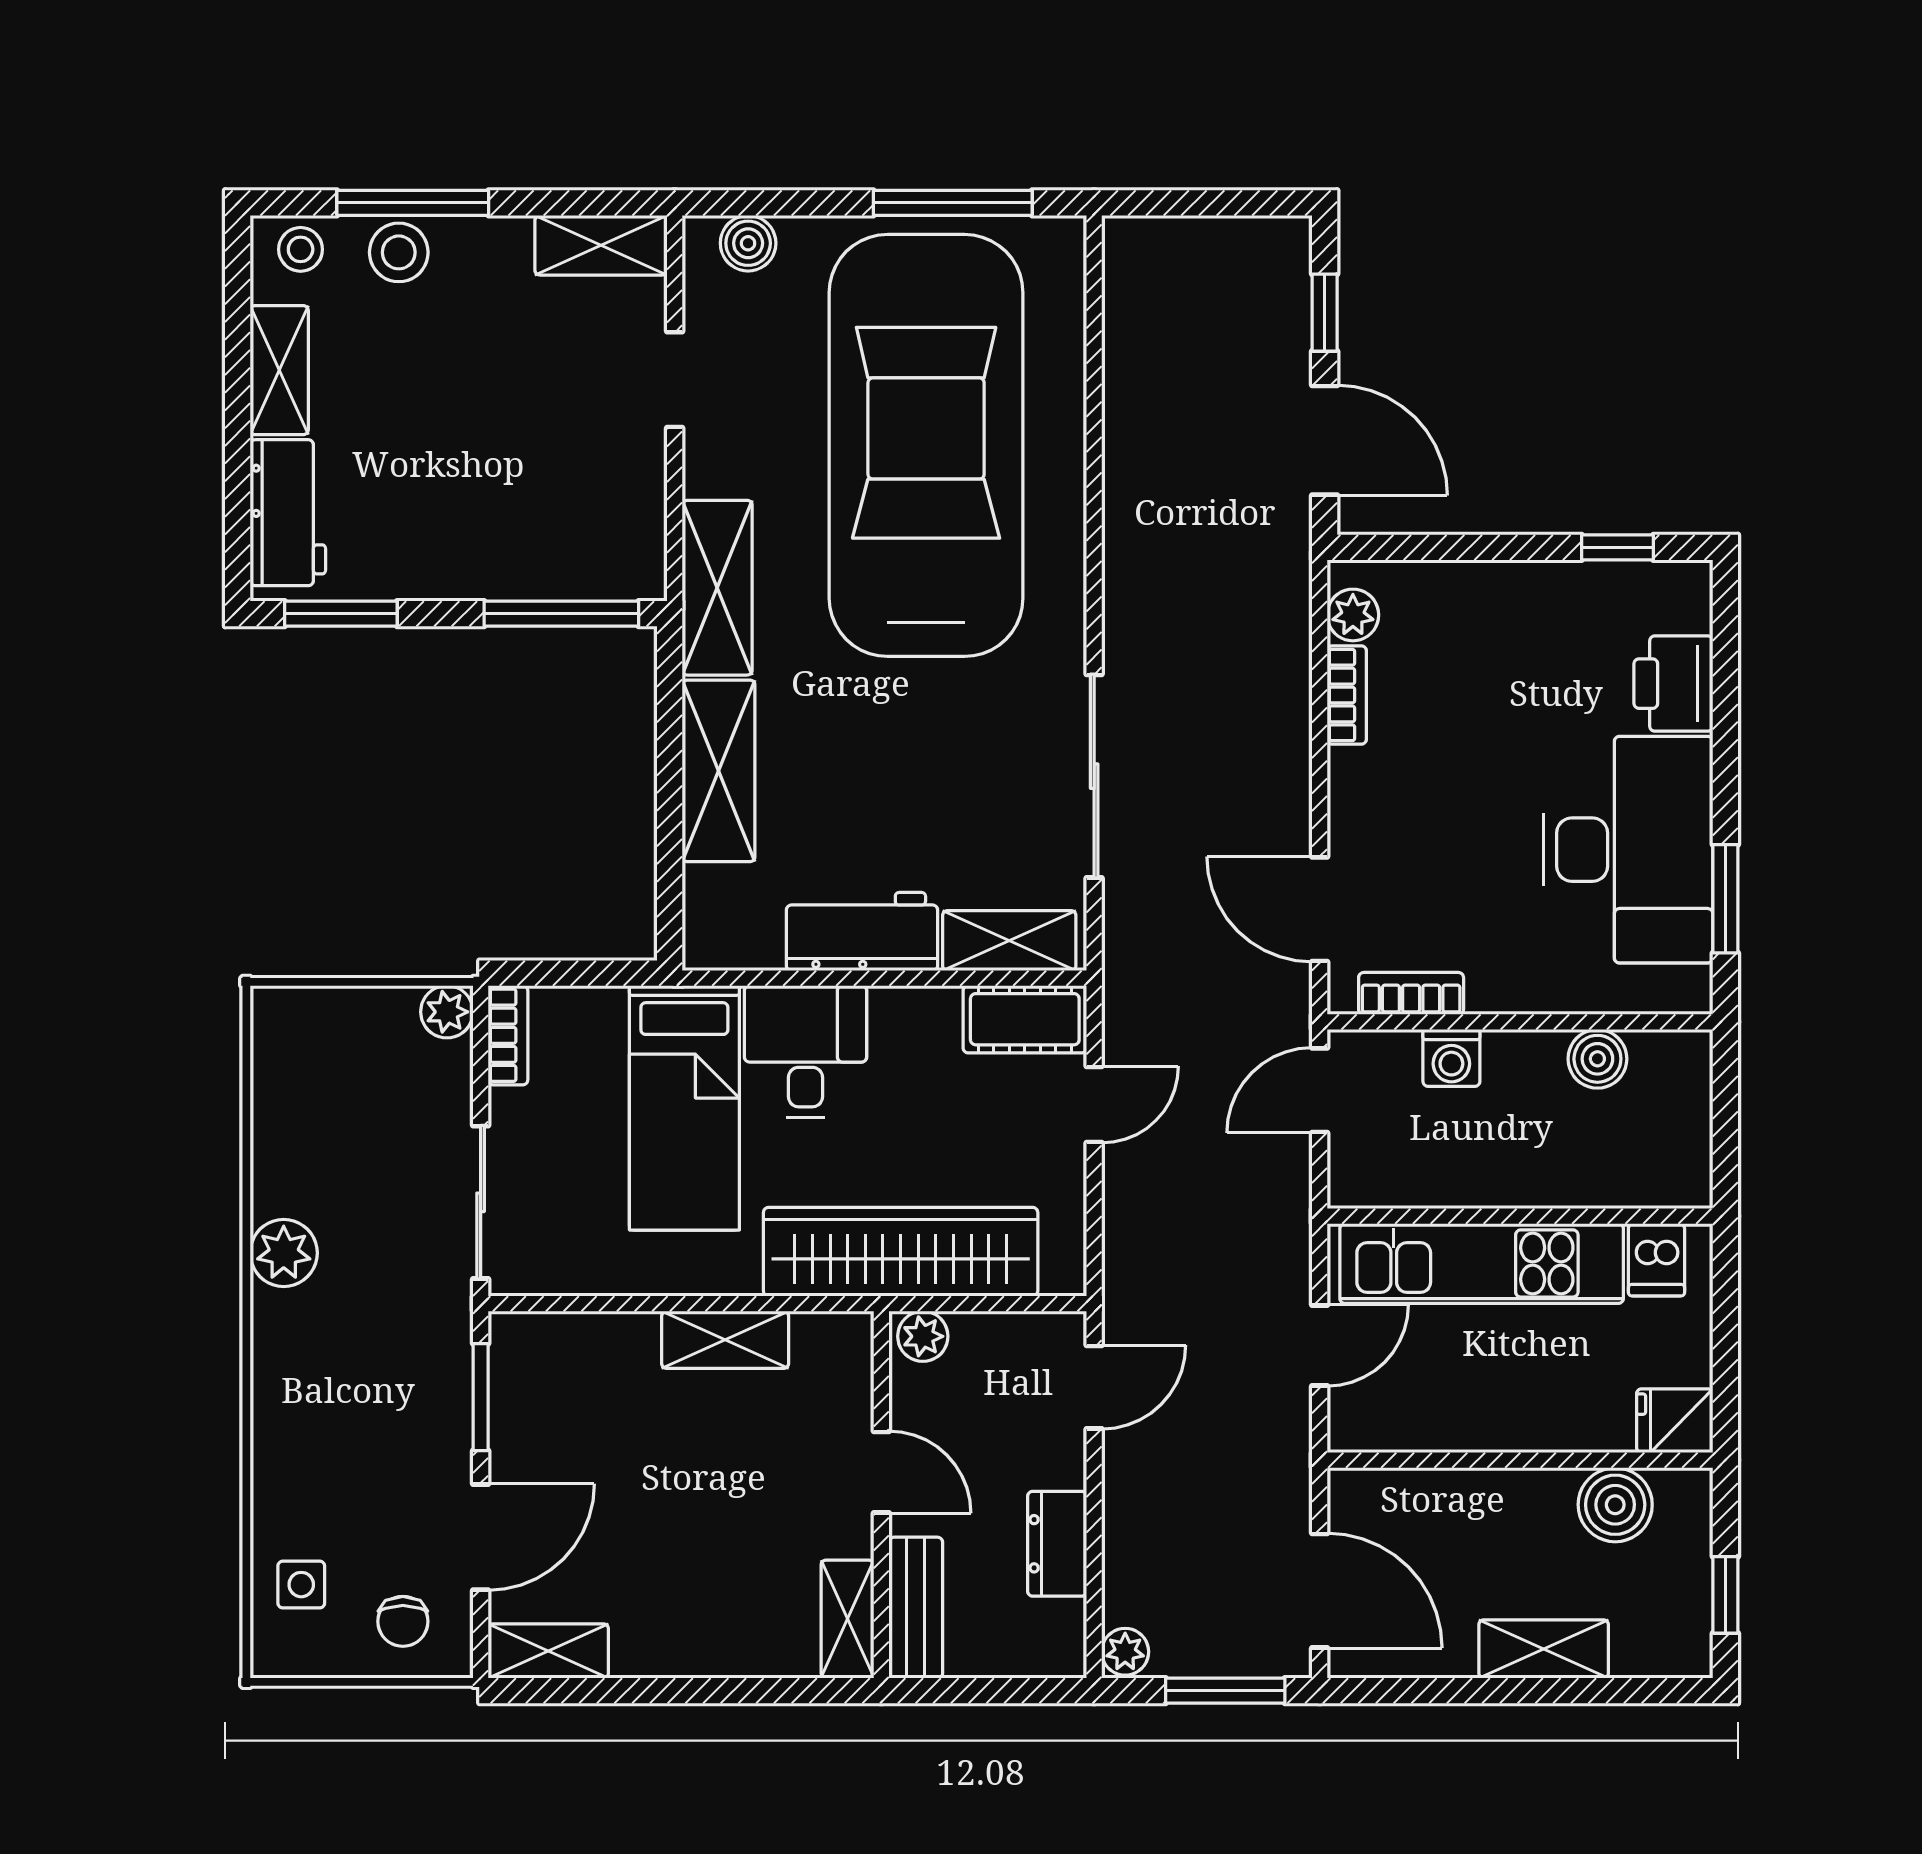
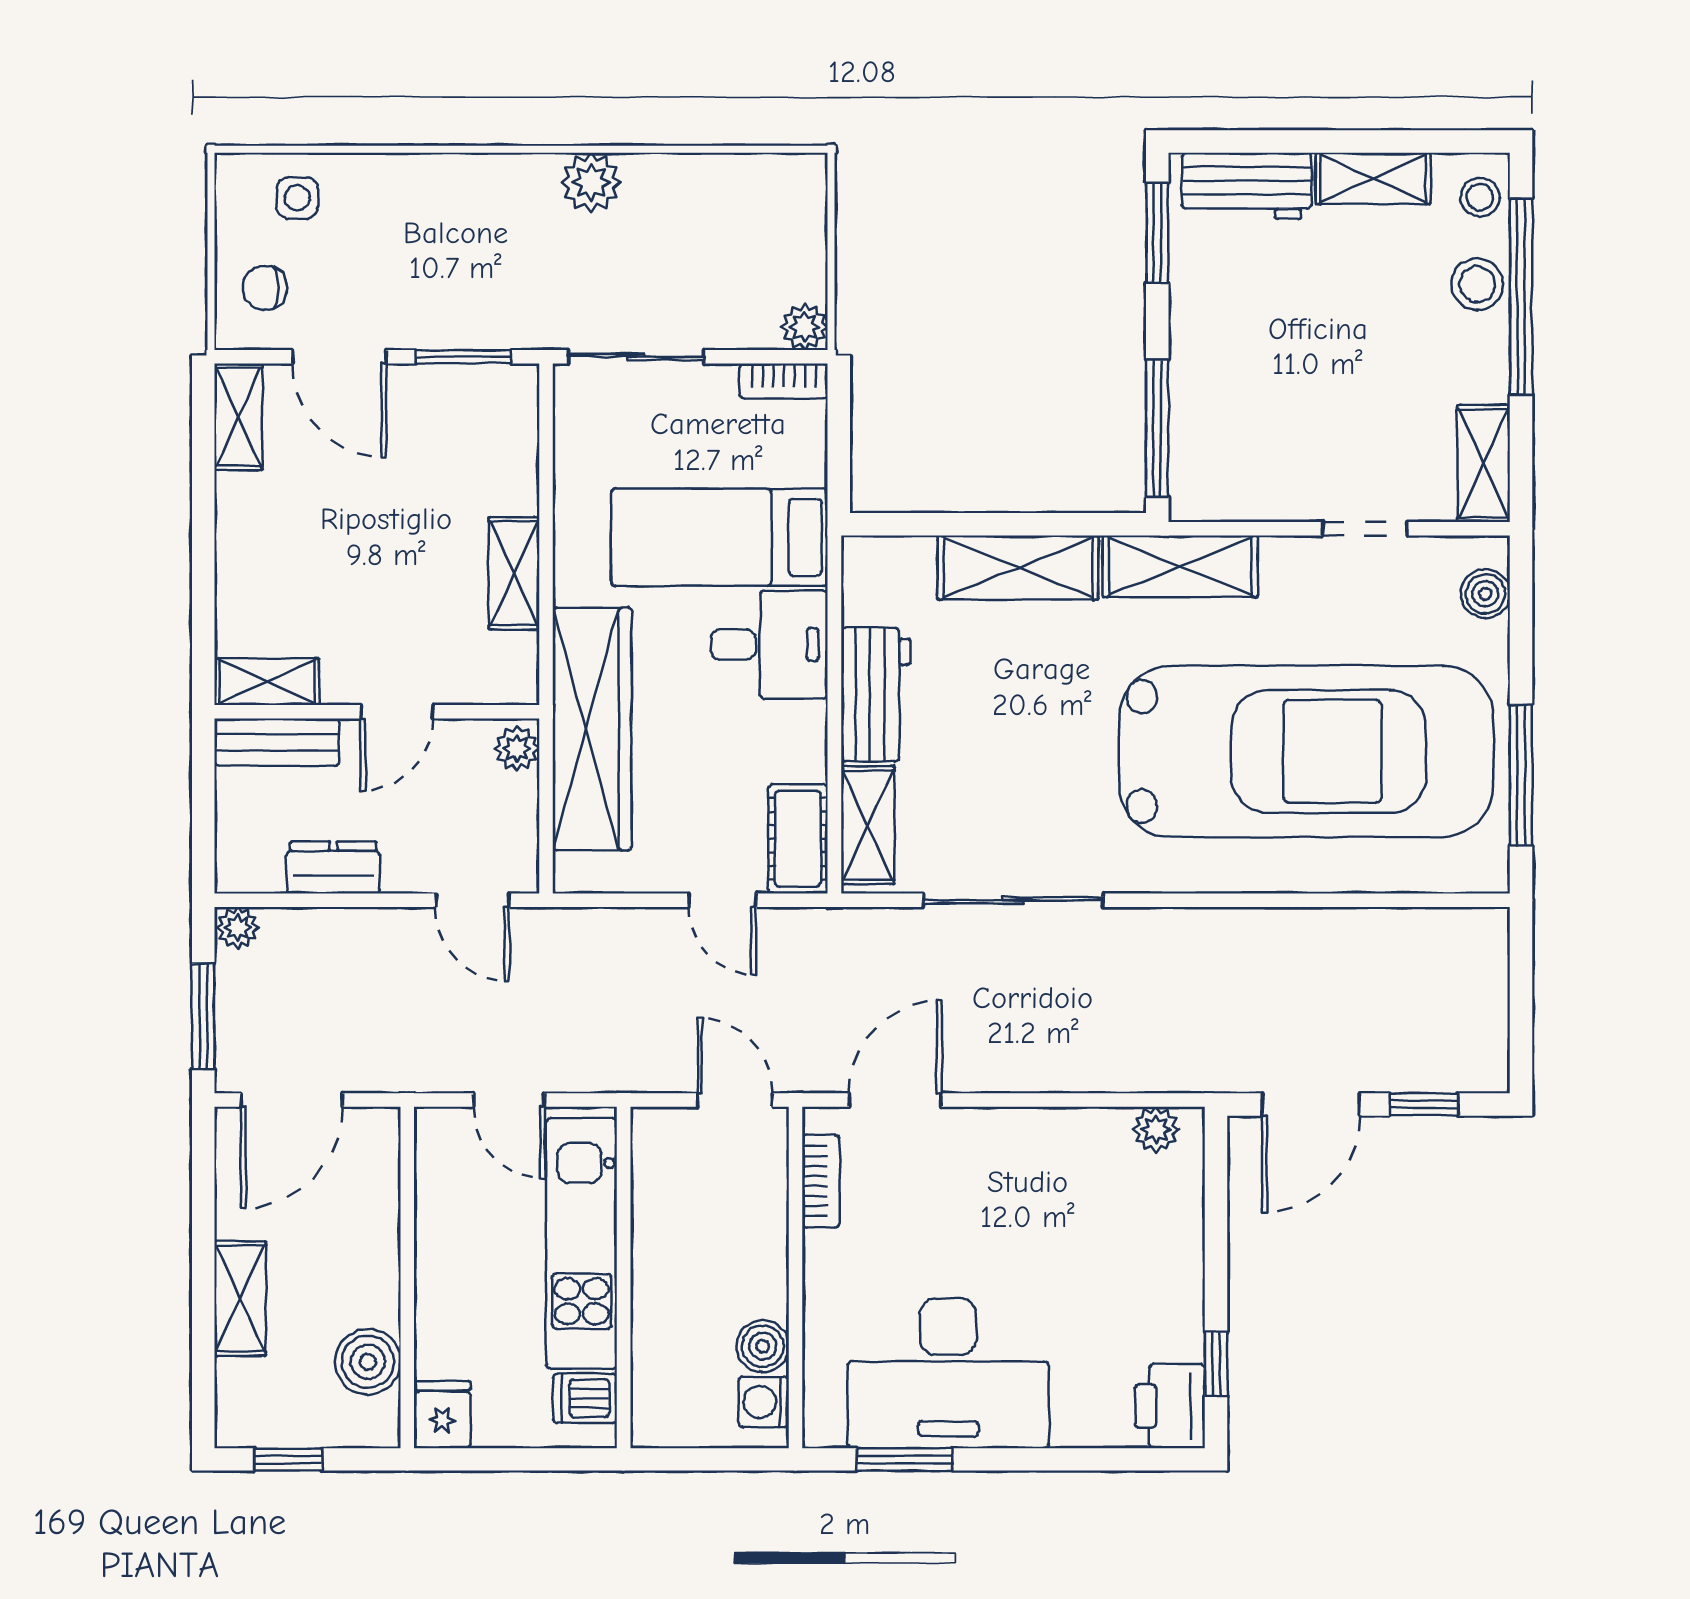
window: (413, 203) -> (1521, 297), width x1.46
printer: (1673, 684) -> (1170, 1406), moved, turned -90
bookcase: (1347, 695) -> (1085, 1124), removed
washing machine: (1451, 1058) -> (764, 1402), moved

